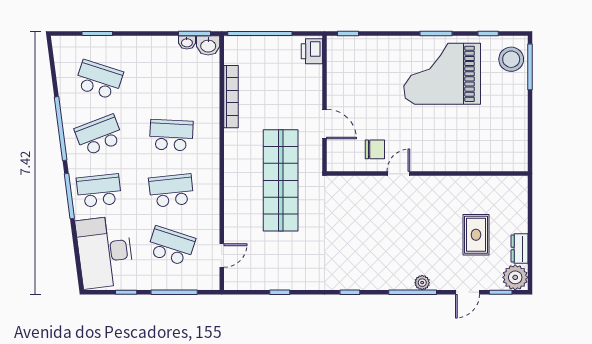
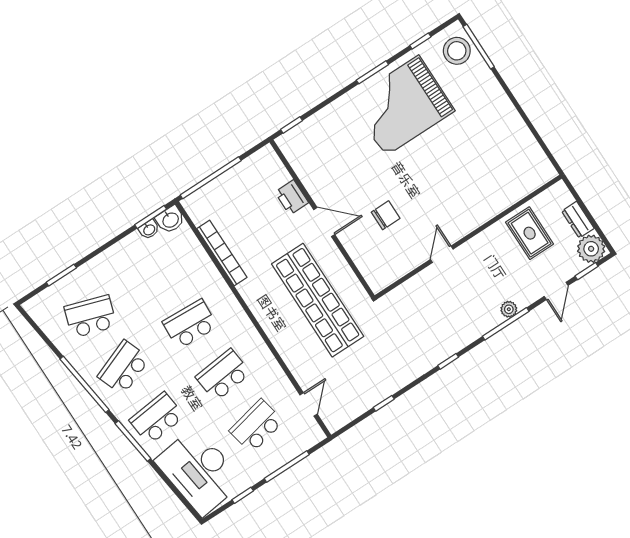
printer: (312, 51) -> (292, 197), moved
door: (398, 174) -> (442, 254), moved
wall: (427, 174) -> (468, 237), moved
school desk: (171, 246) -> (256, 426), turned -30

